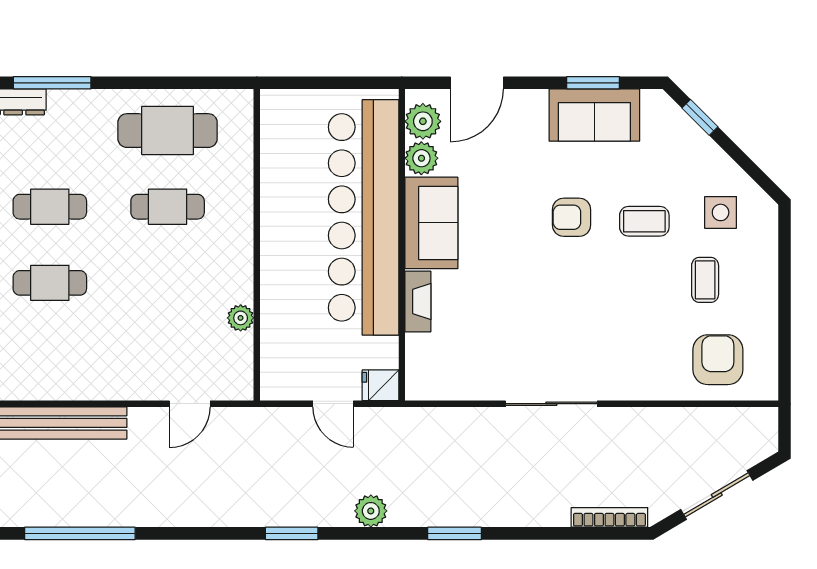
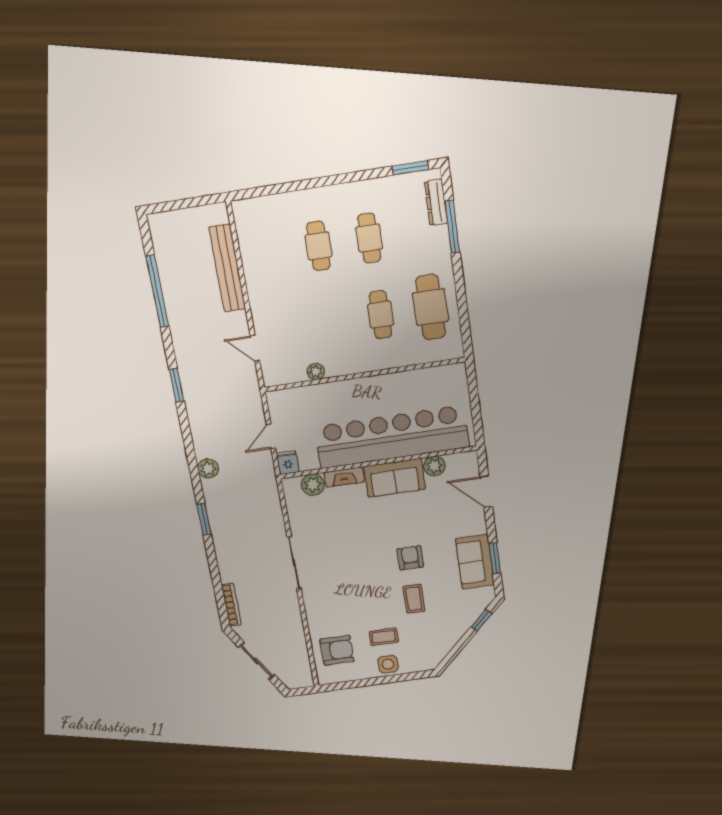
plant: (423, 121) -> (313, 485), moved
side table: (721, 212) -> (388, 664), moved
window: (292, 533) -> (177, 385), moved

